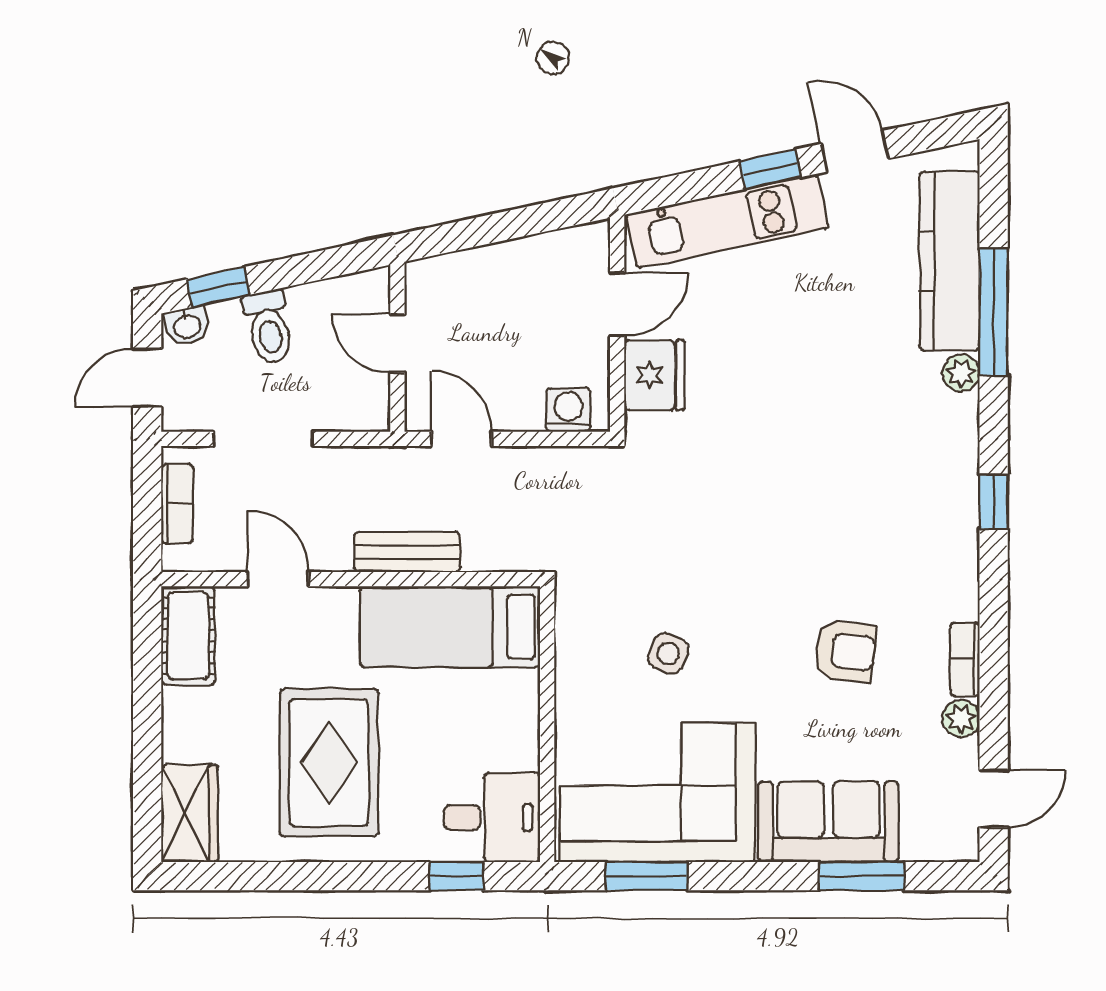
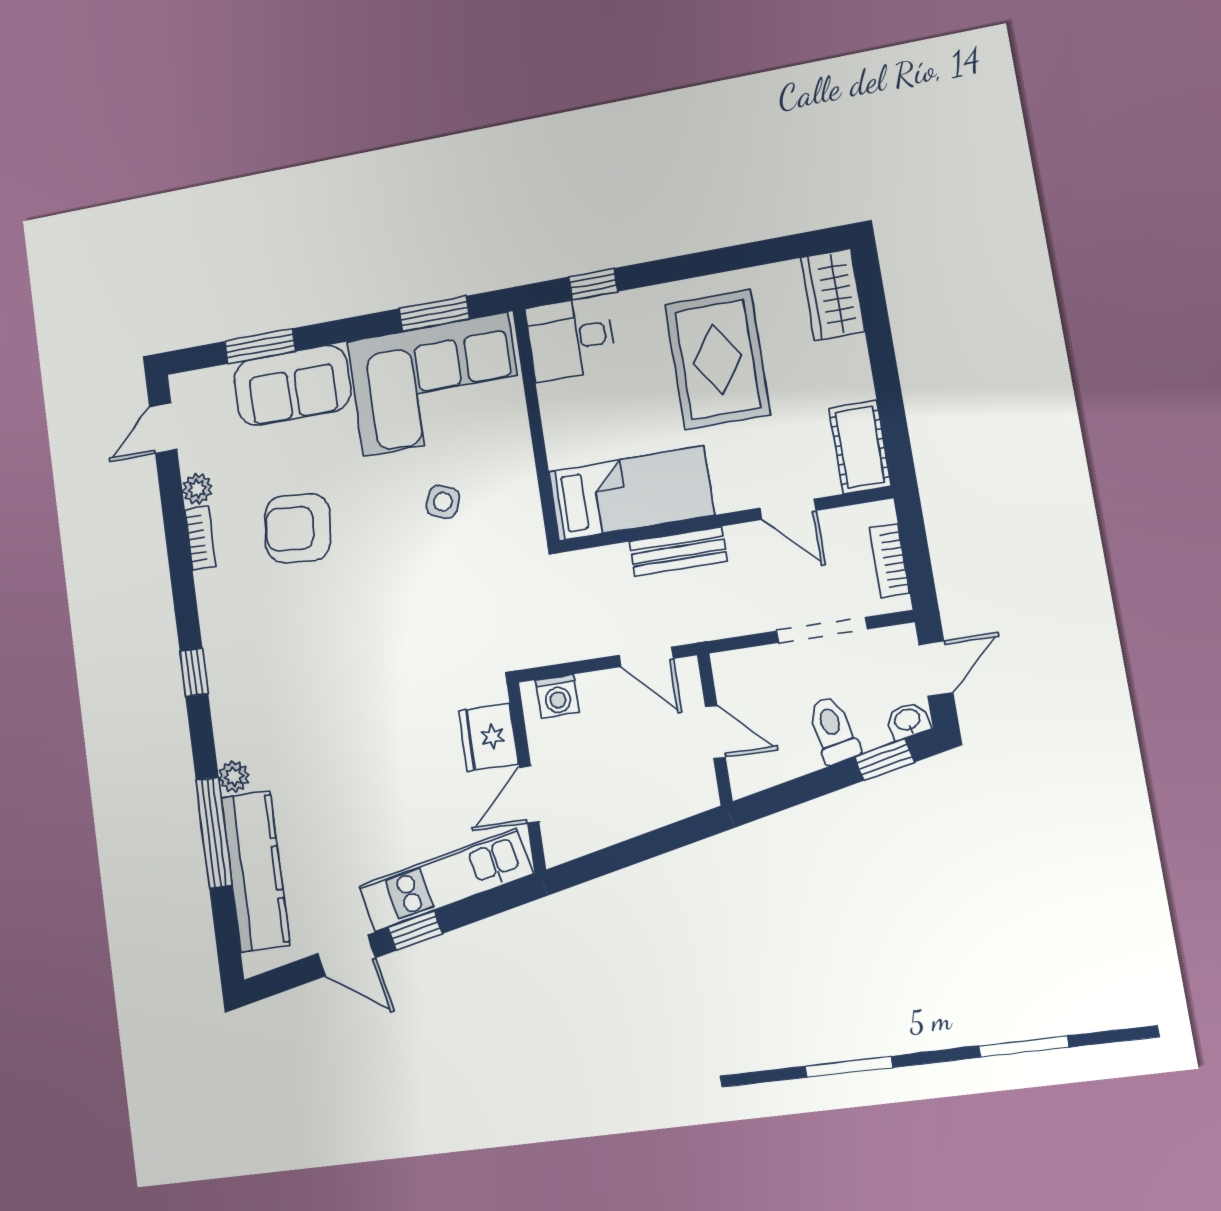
armchair: (845, 651) -> (298, 528), width x1.38, depth x1.38

